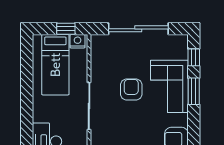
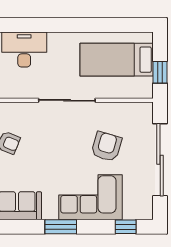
nightstand: (78, 41) -> (145, 86), removed
armchair: (131, 90) -> (106, 147), moved, turned -74
window: (194, 91) -> (61, 227), moved

